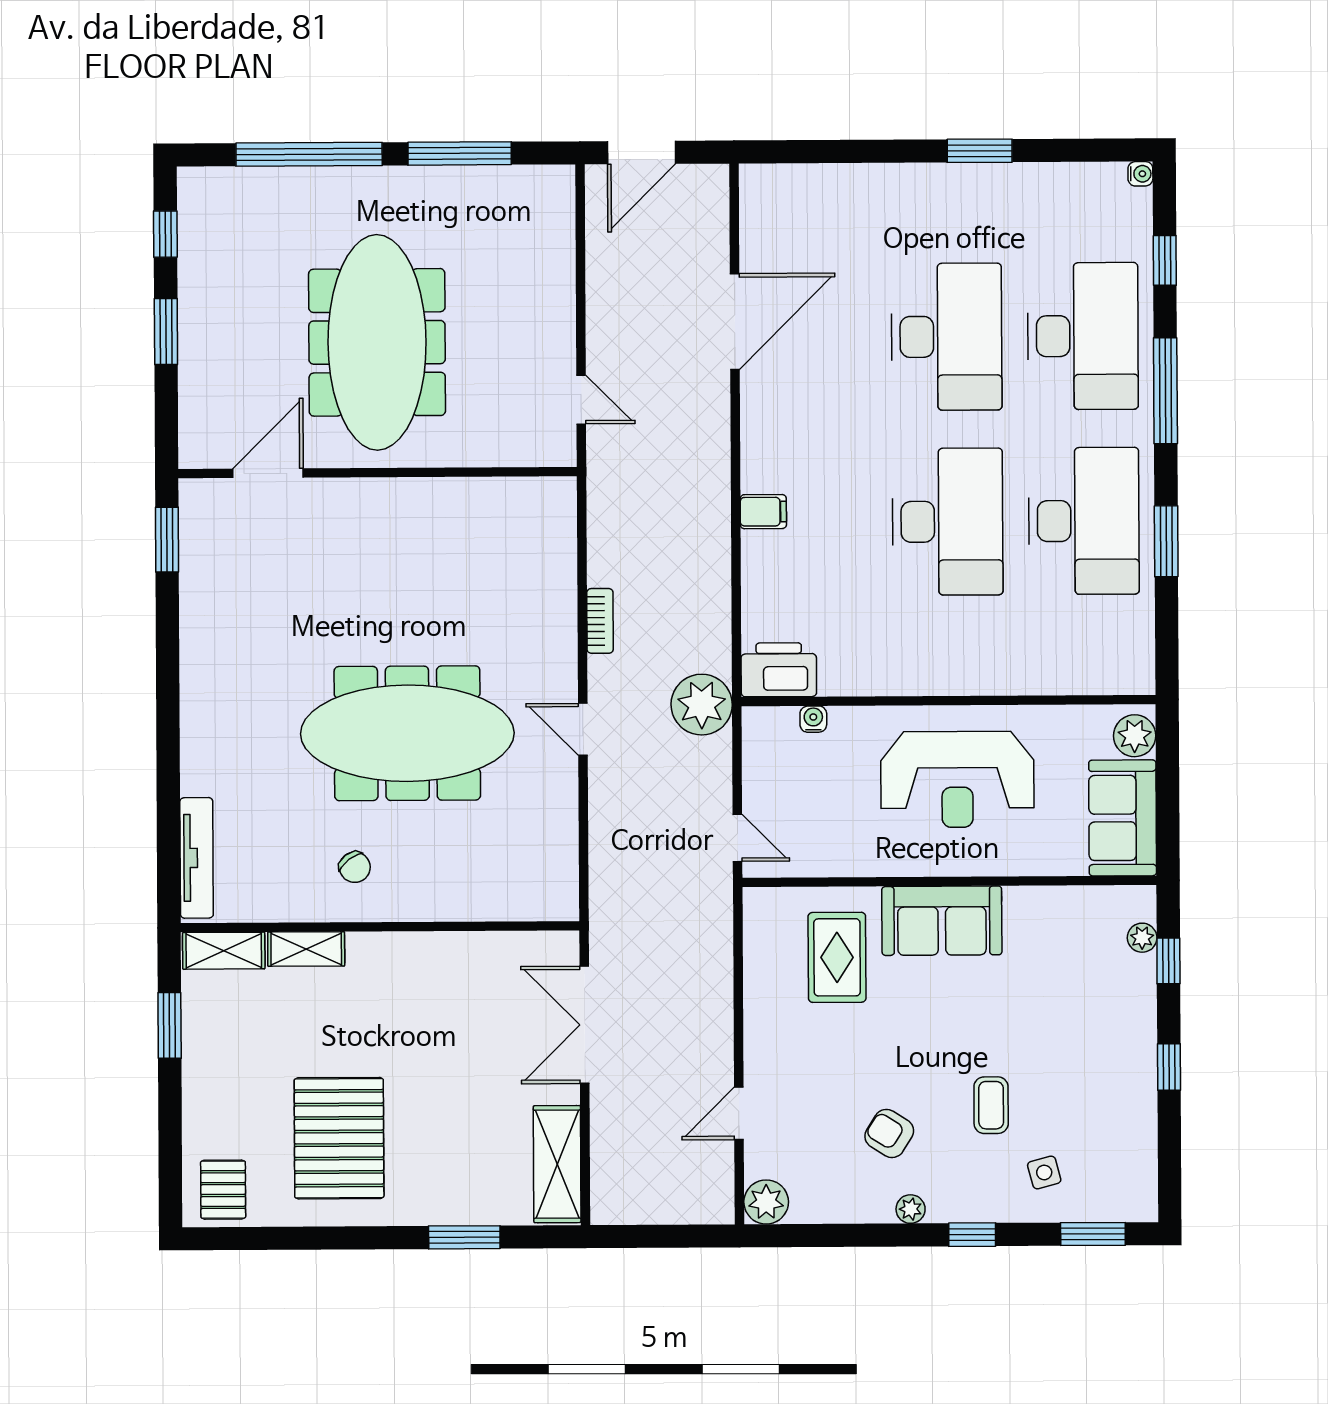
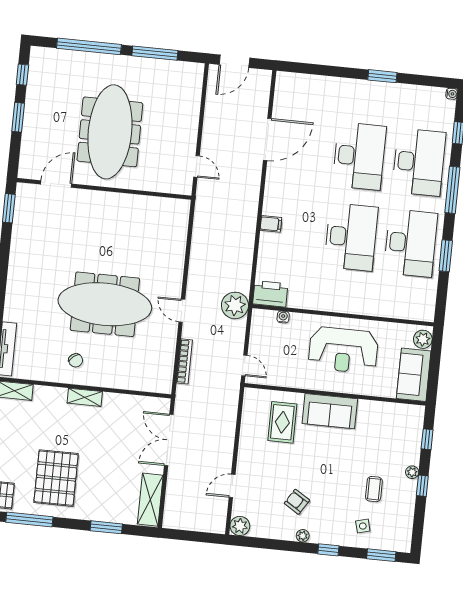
bookcase: (600, 621) -> (184, 361), moved, width x1.56
plant: (1142, 938) -> (412, 472), moved
shelving: (306, 949) -> (85, 397), moved
coffee table: (991, 1105) -> (374, 489), moved
window: (289, 1238) -> (29, 519), added

